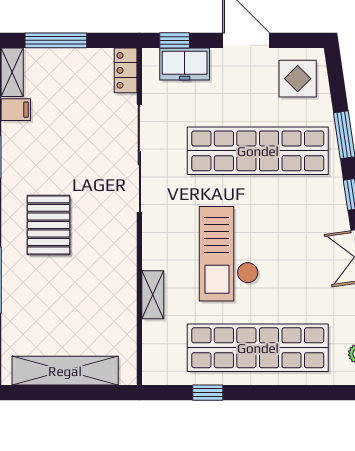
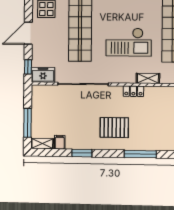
freezer: (185, 64) -> (43, 75), moved, turned -90
locker: (126, 70) -> (133, 91), moved

